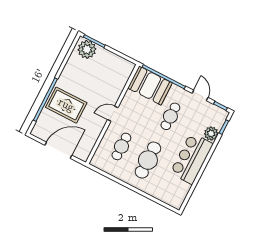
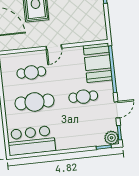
door: (113, 114) -> (54, 47), swing flipped
plant: (211, 133) -> (112, 138), moved
bar counter: (192, 159) -> (31, 141), moved

